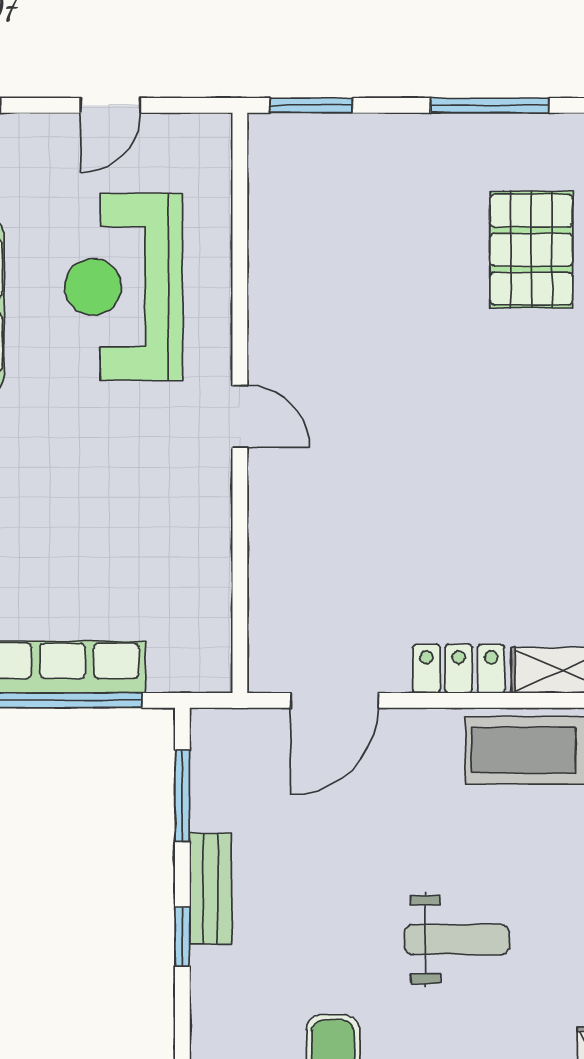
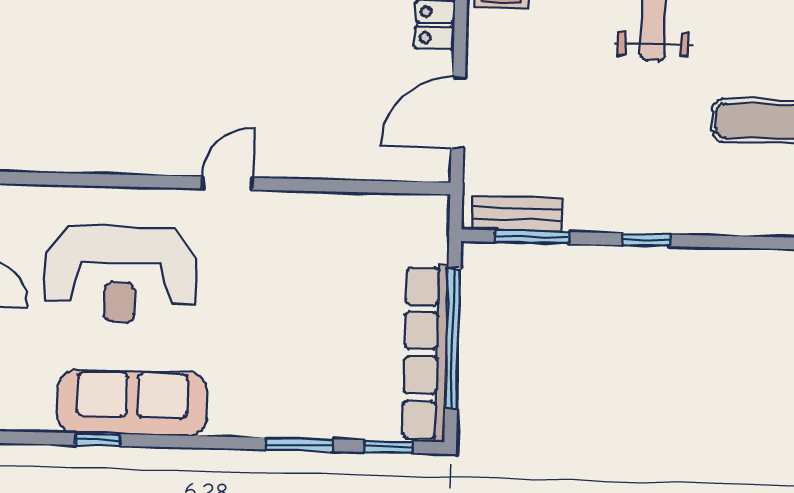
door: (334, 700) -> (458, 113), swing flipped
bench: (211, 889) -> (517, 214), moved

